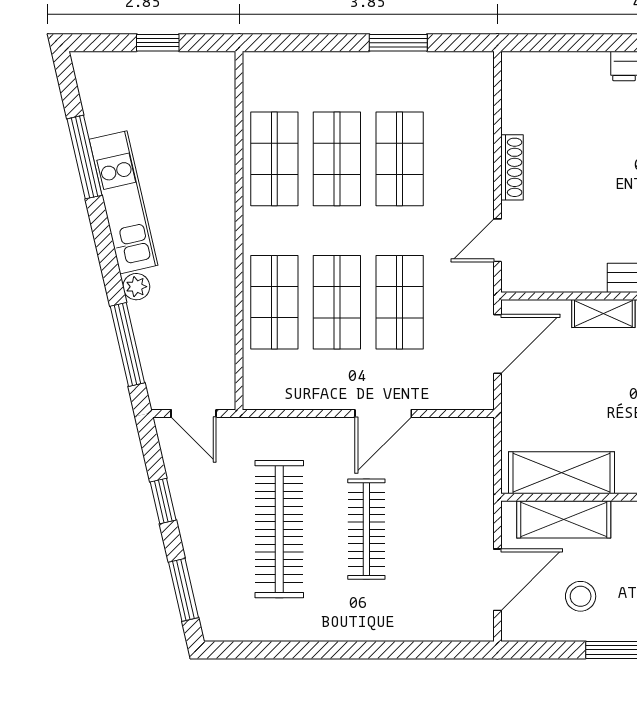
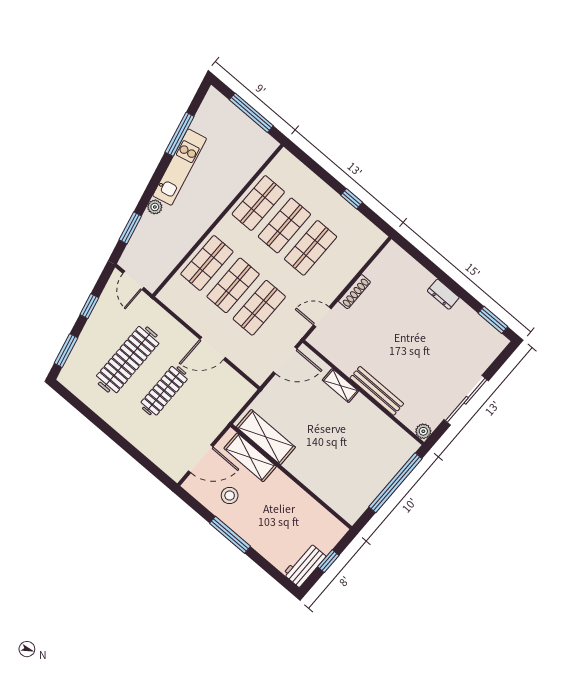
window: (158, 43) -> (251, 113), width x2.17
window: (398, 43) -> (352, 199), width x0.67
window: (127, 344) -> (130, 228), width x0.69

